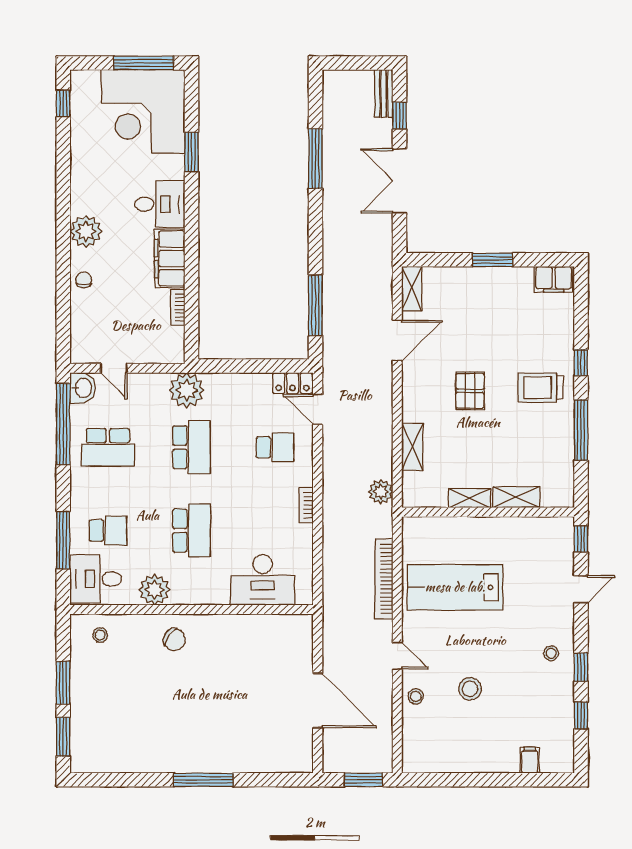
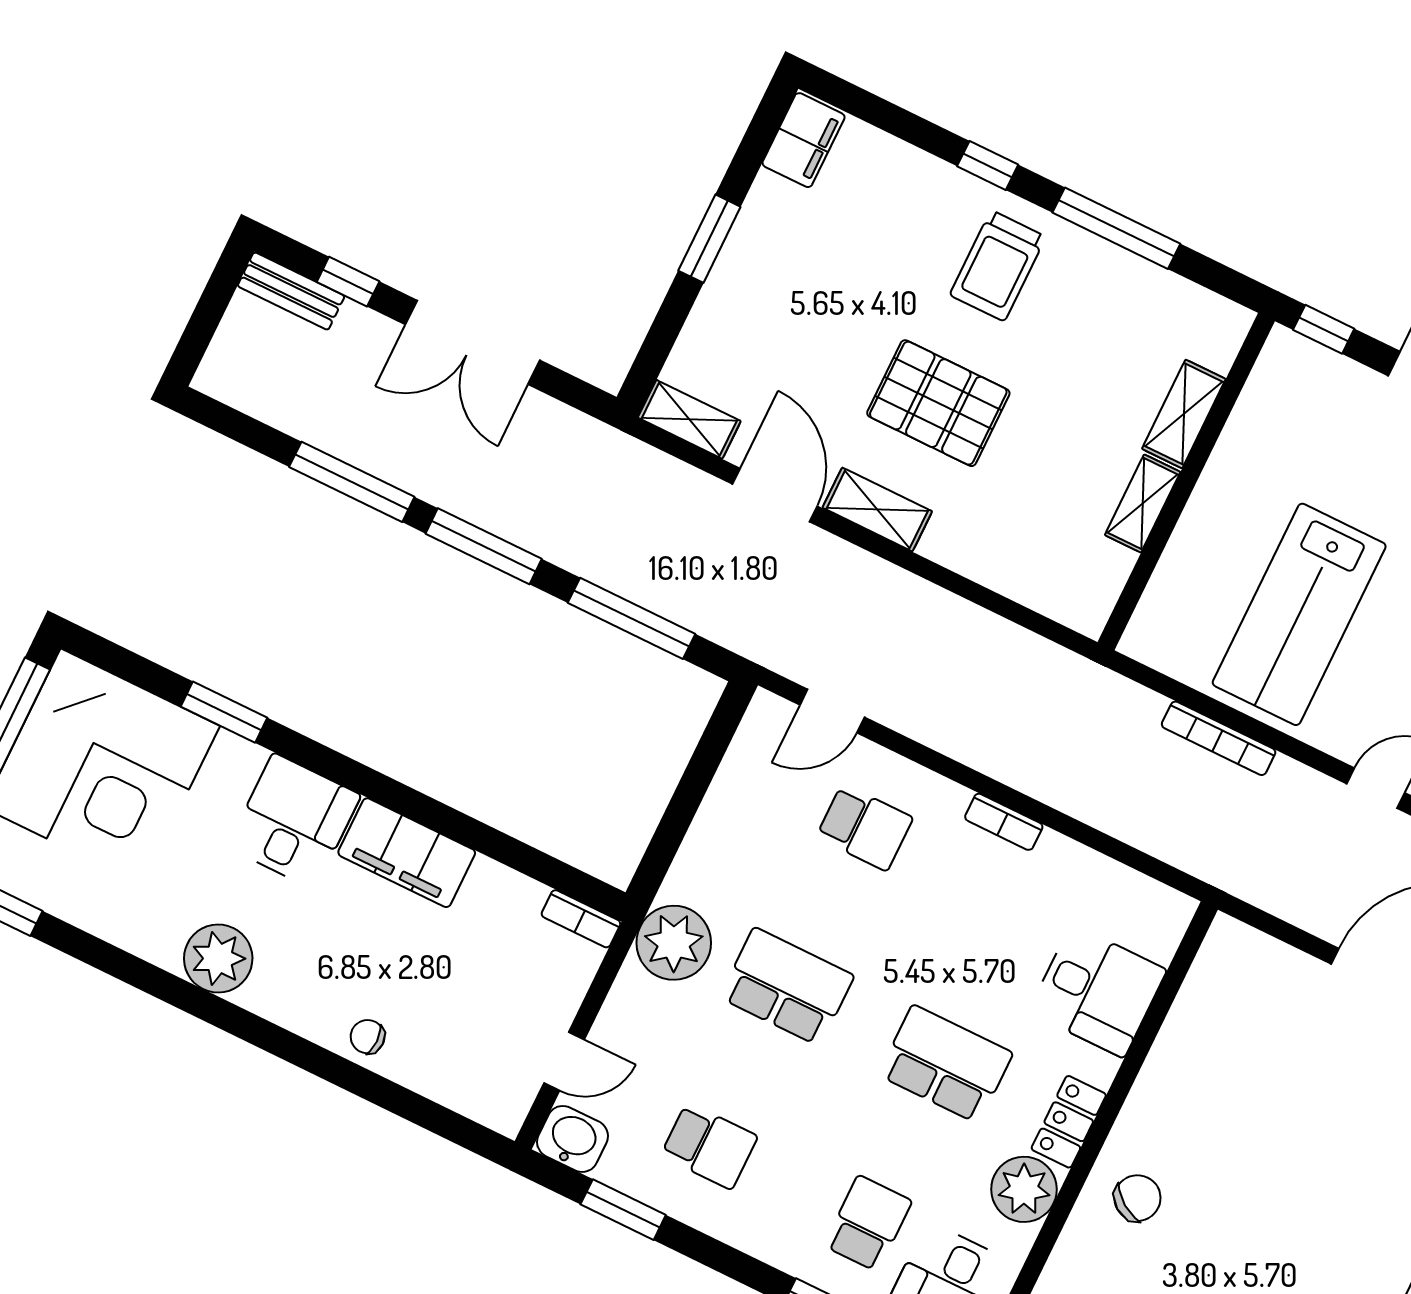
window: (315, 228) -> (484, 546), added
plant: (86, 231) -> (218, 958), moved
bookcase: (178, 307) -> (581, 919), moved
locker: (293, 383) -> (1069, 1122), moved, turned 180
pallet: (470, 391) -> (938, 403), width x1.50, depth x1.42
window: (63, 424) -> (623, 1210), width x0.47
school desk: (108, 447) -> (709, 1146), width x0.54
school desk: (275, 447) -> (865, 827), turned 90
shelving: (412, 447) -> (877, 510), moved
plant: (381, 492) -> (1047, 667), removed
bookcase: (384, 579) -> (1219, 738), width x0.68, depth x0.76
desk: (263, 580) -> (1098, 991), width x0.73

